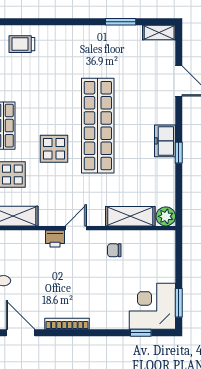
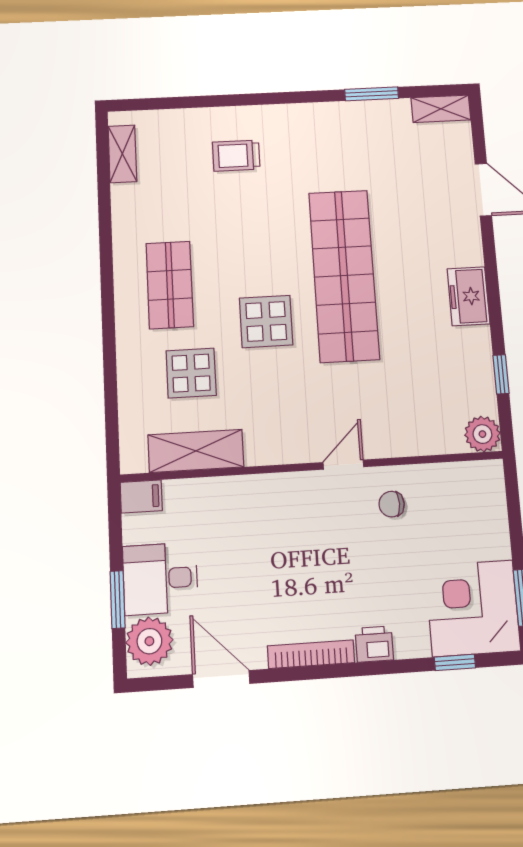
trolley: (22, 44) -> (236, 156), moved
window: (179, 153) -> (501, 374), moved
shelving: (130, 216) -> (416, 438), removed
door: (76, 228) -> (343, 465), moved
printer: (55, 239) -> (374, 644), moved, turned 180

